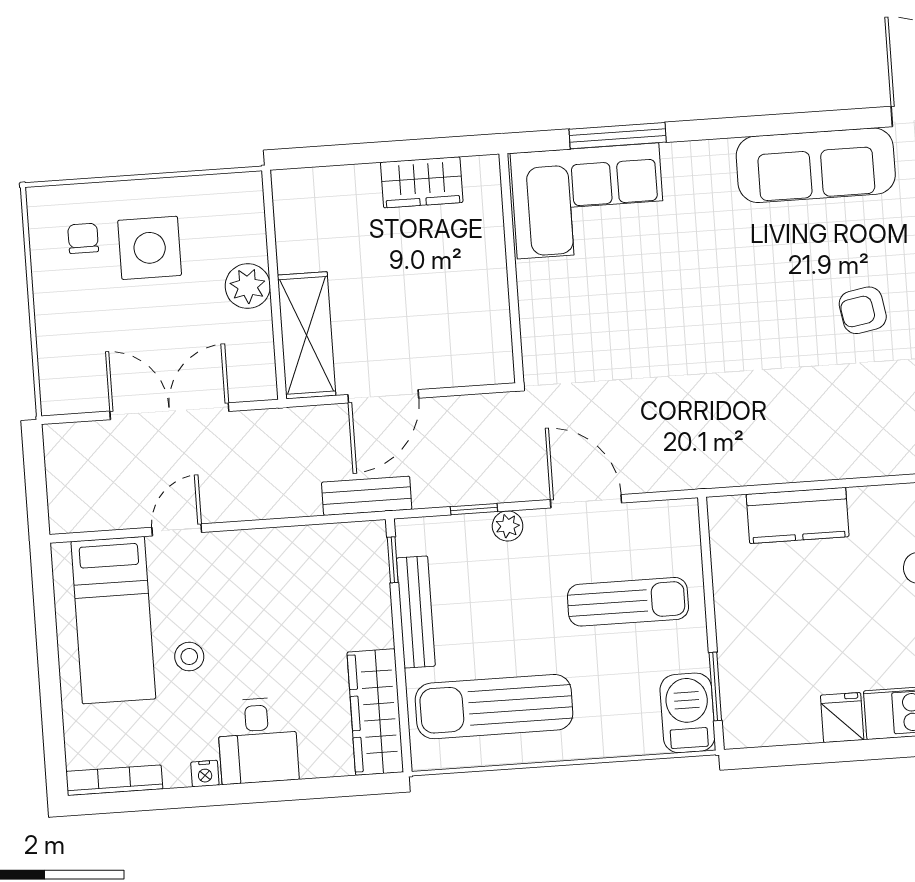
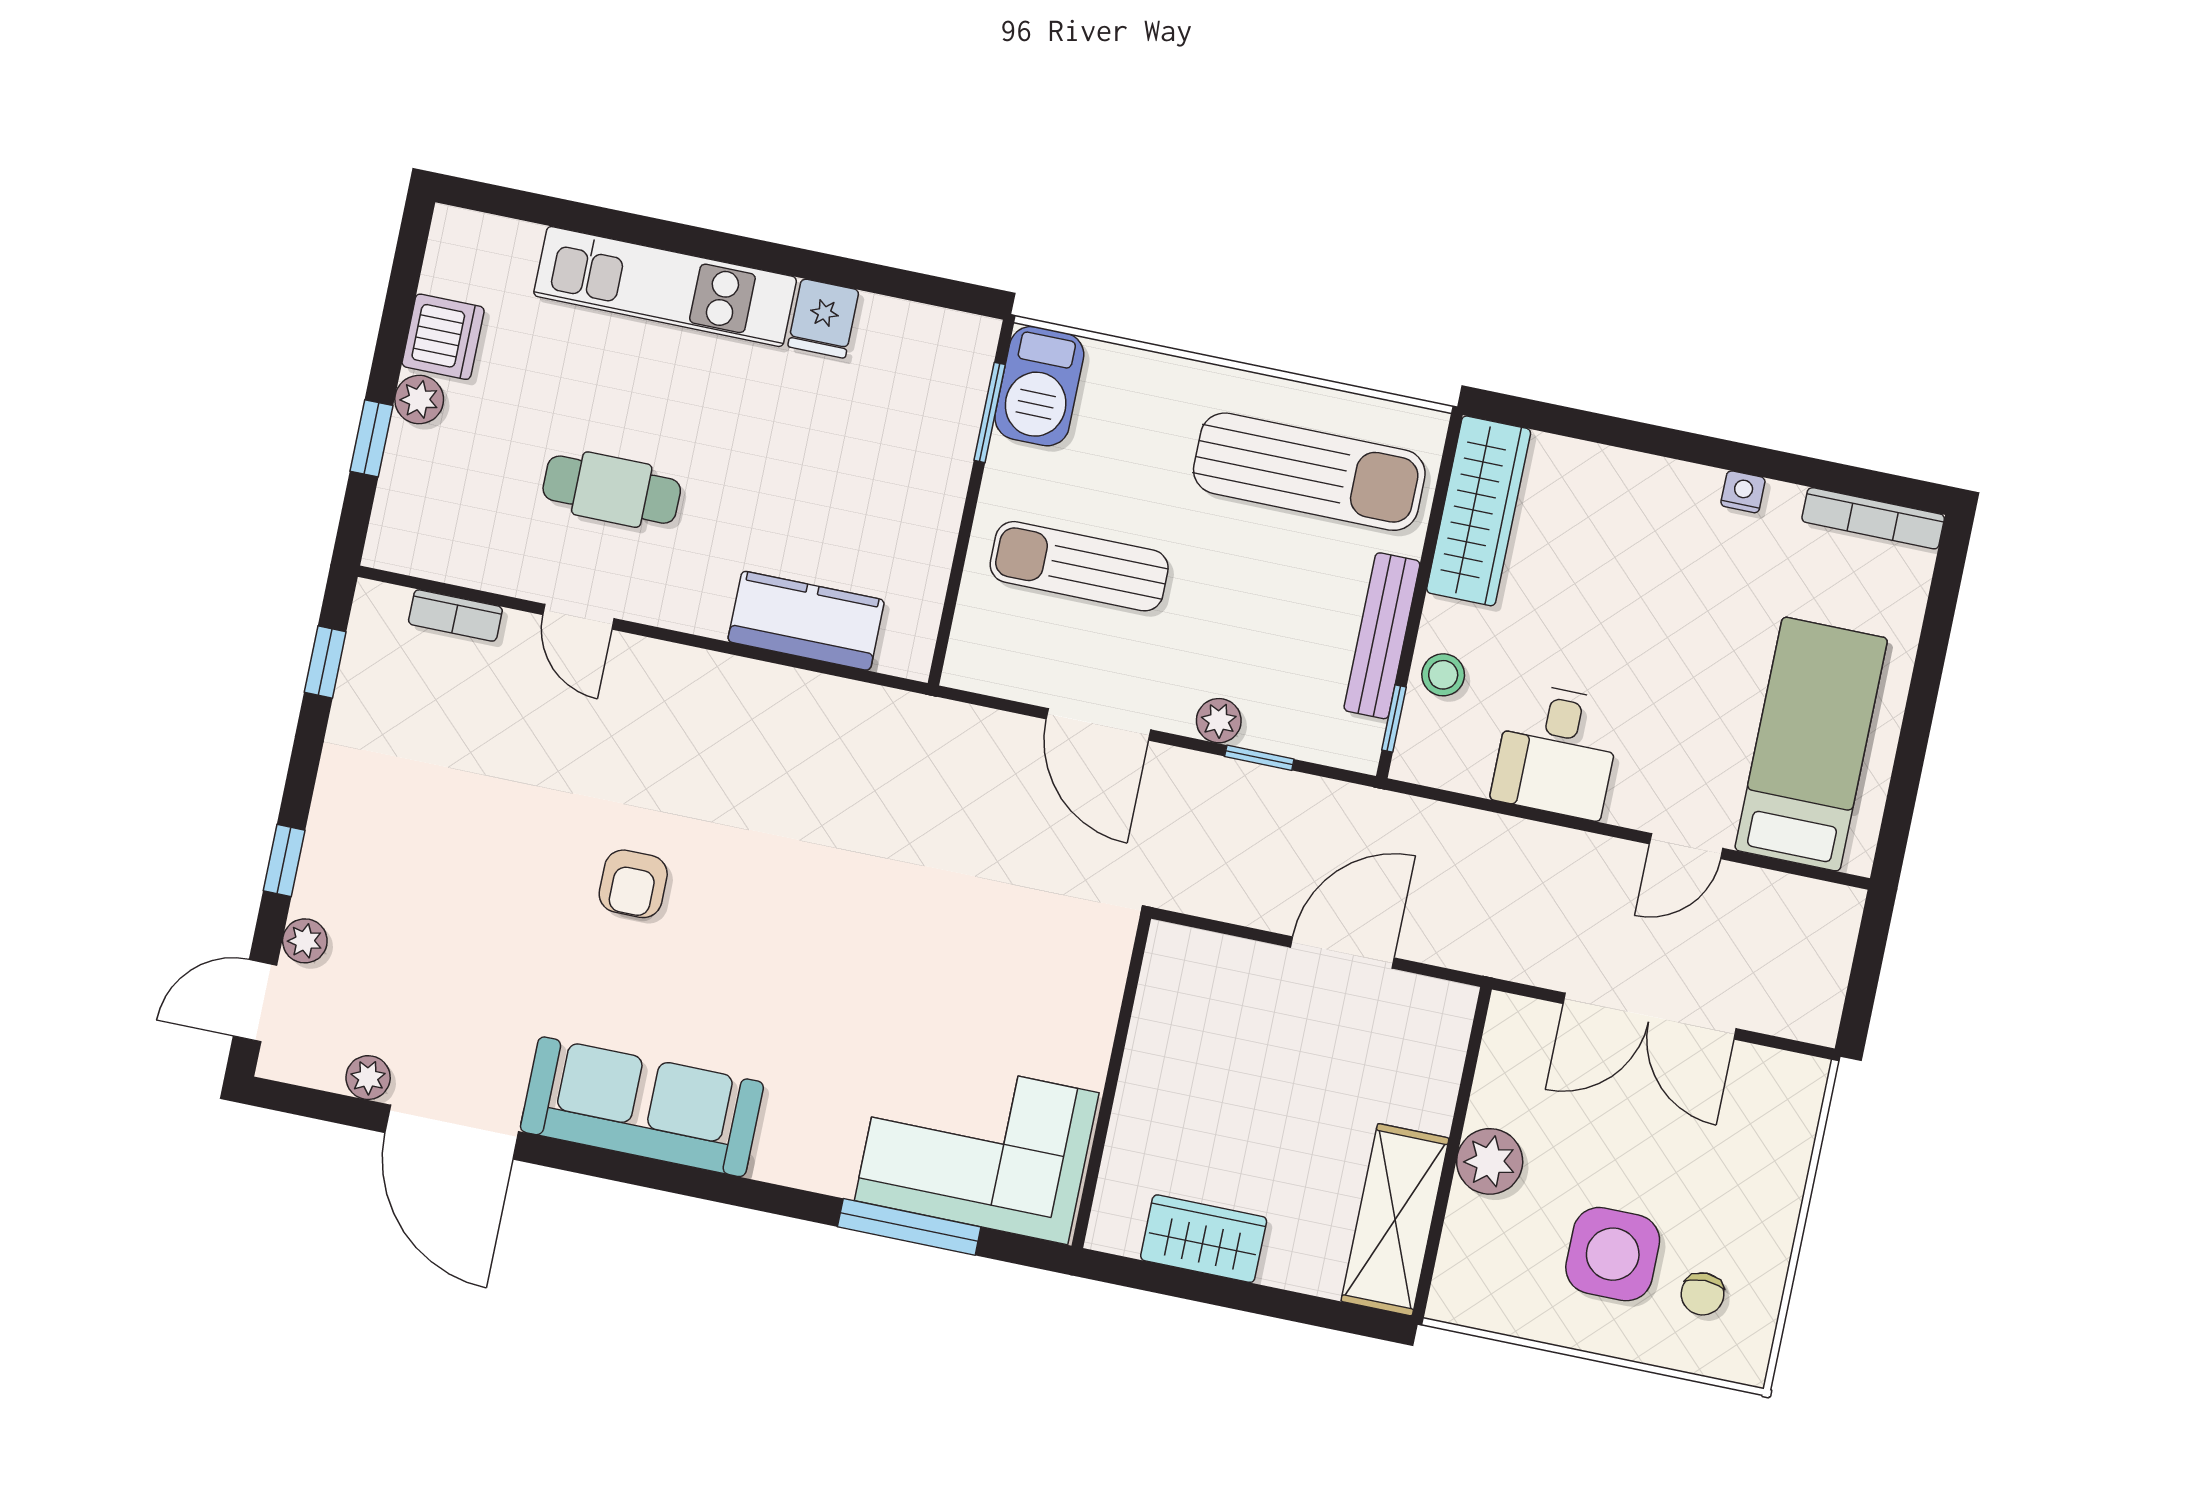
armchair: (863, 310) -> (633, 884), turned 100
shelving: (307, 335) -> (1395, 1220), moved
bench: (367, 496) -> (1405, 819), removed
stool: (189, 657) -> (1443, 675), moved
desk: (258, 741) -> (1557, 751), moved, turned 180

